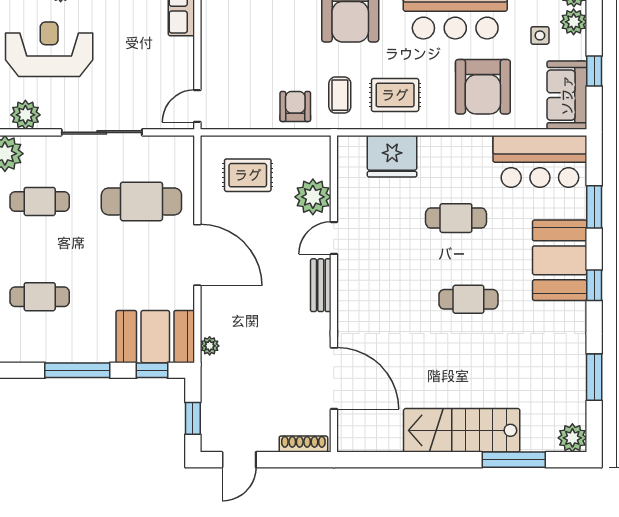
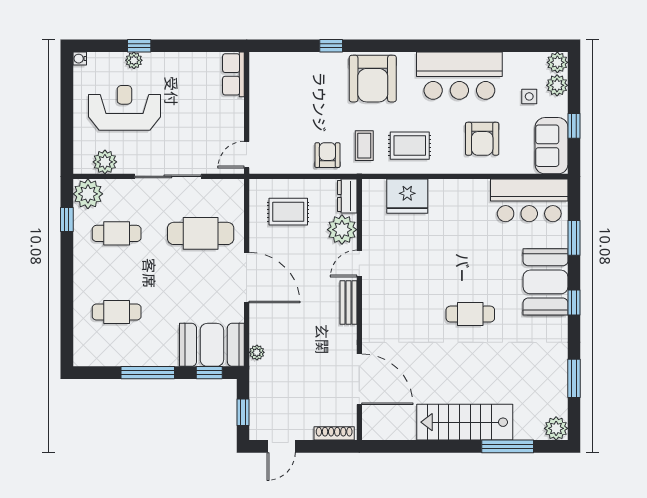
armchair: (483, 87) -> (482, 139), width x0.73, depth x0.73
dresser: (319, 156) -> (347, 196), added
cafe table: (456, 218) -> (460, 247), removed

